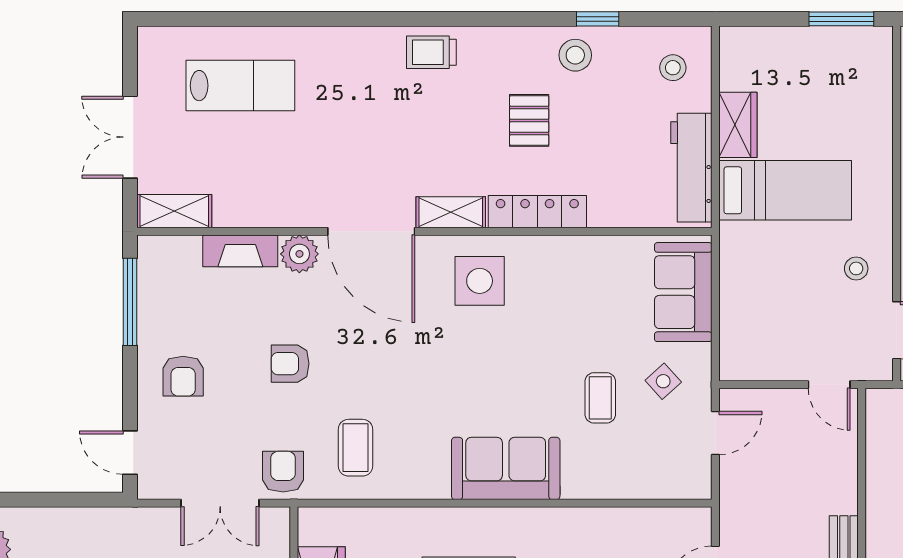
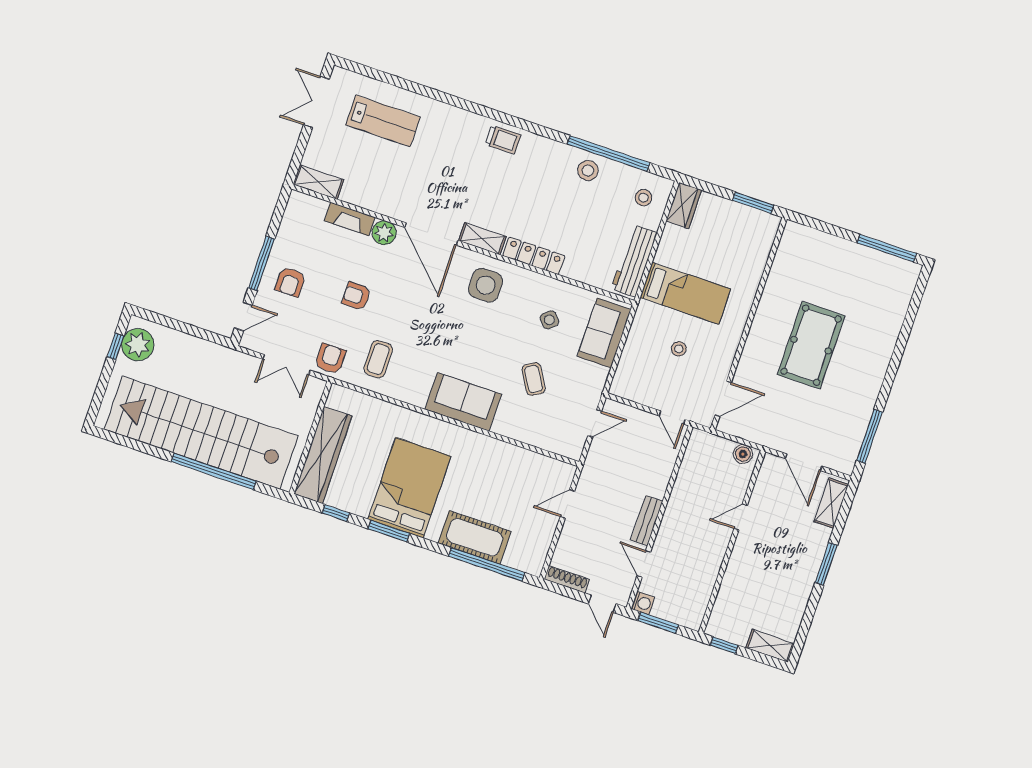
window: (598, 19) -> (609, 154), width x3.17
trolley: (431, 52) -> (503, 140), turned 180
pallet: (529, 120) -> (547, 200), removed
wardrobe: (738, 125) -> (684, 205), moved
double door: (130, 137) -> (316, 102), moved
stool: (856, 268) -> (679, 349), moved
window: (130, 302) -> (261, 263), moved
side table: (663, 381) -> (549, 320), moved
coffee table: (600, 398) -> (534, 379), turned -31
door: (130, 453) -> (243, 317), swing flipped

